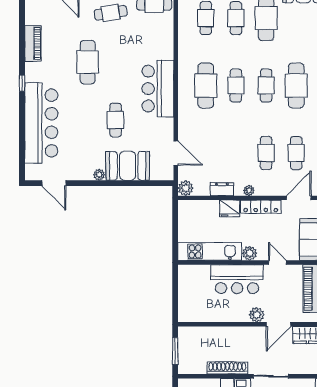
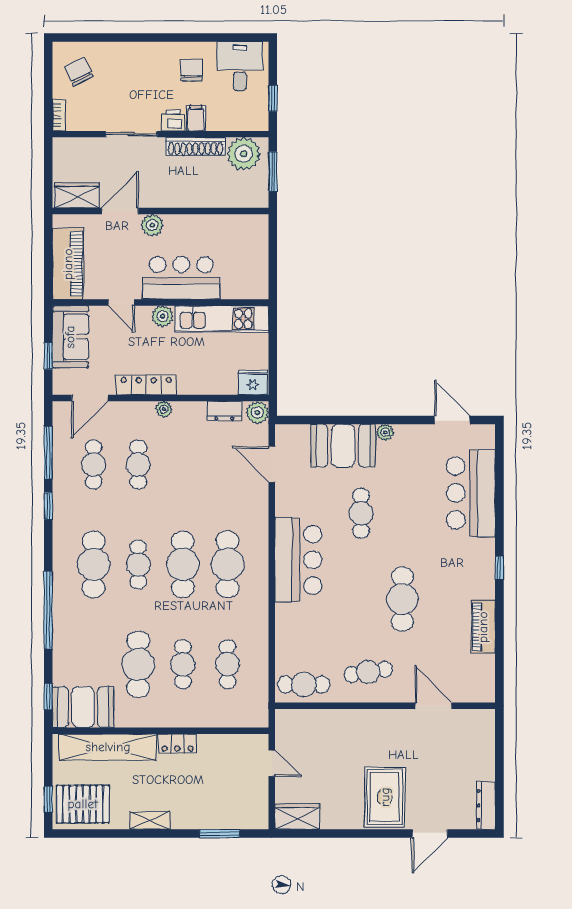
cafe table: (236, 86) -> (183, 564), width x1.37, depth x1.35
bar counter: (41, 123) -> (471, 493), width x0.73
dresser: (222, 189) -> (224, 411), moved
fridge: (230, 208) -> (253, 383), moved
plant: (195, 363) -> (244, 154), added

